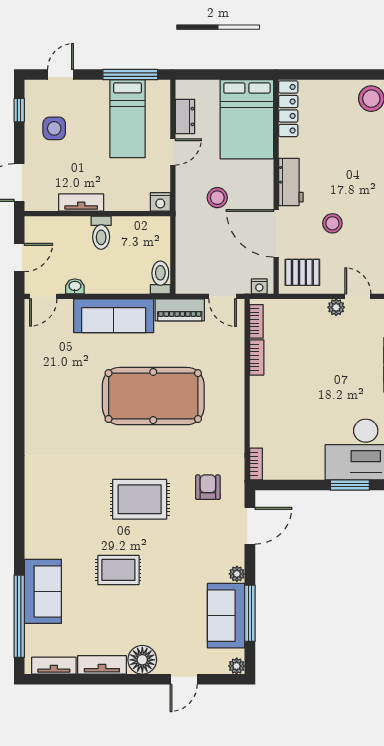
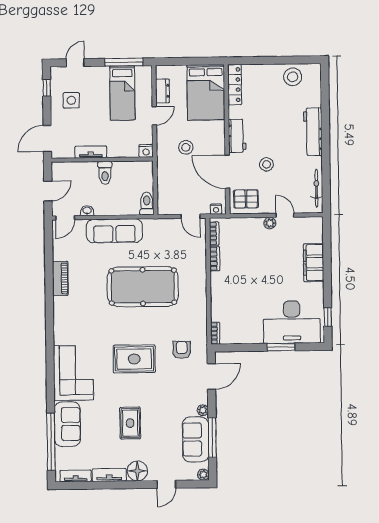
piano: (180, 310) -> (60, 279), moved, turned -90
corner sofa: (52, 518) -> (73, 373), added
rug: (118, 570) -> (130, 423), moved, turned 90

